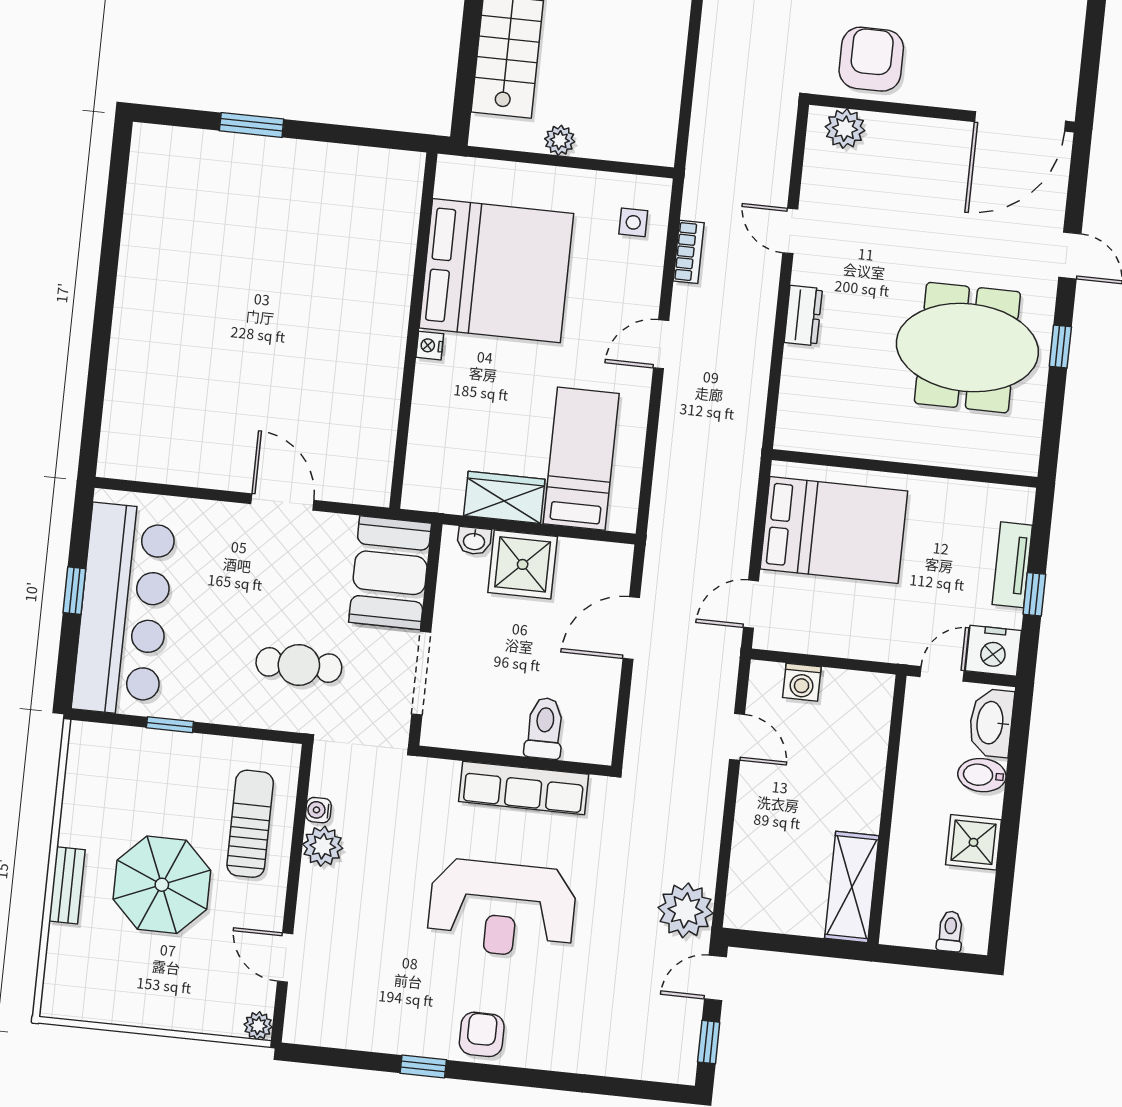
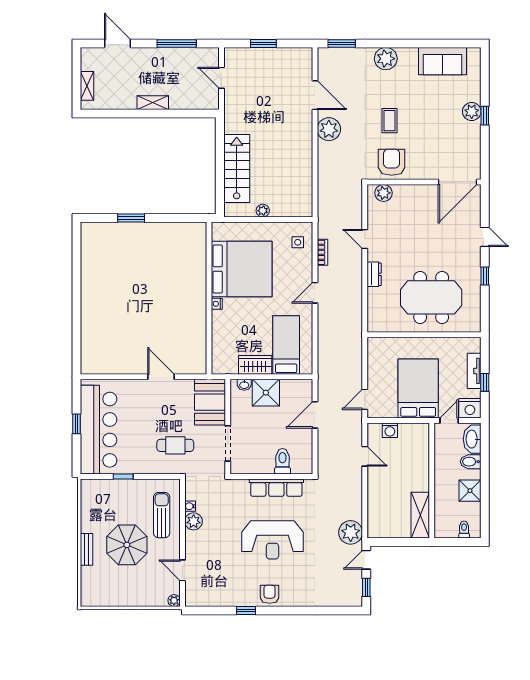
meeting table: (967, 348) -> (431, 297), moved
bed: (834, 530) -> (418, 389), moved, turned -90

